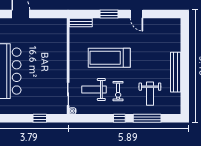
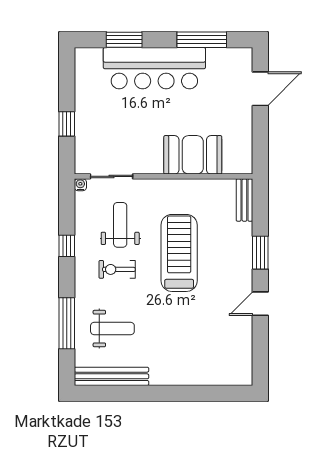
booth: (56, 50) -> (193, 155), added
bench: (176, 72) -> (111, 376), moved
weight bench: (150, 94) -> (112, 329), turned 180
window: (119, 118) -> (67, 246), moved

